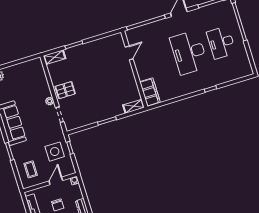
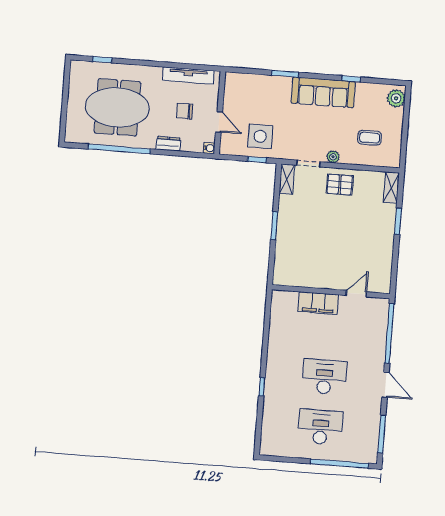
desk: (189, 52) -> (324, 377), width x0.73, depth x0.77
door: (129, 53) -> (356, 294), swing flipped
pallet: (65, 90) -> (340, 185), turned 90
filing cabinet: (150, 92) -> (318, 303), moved
shelving: (134, 106) -> (287, 179), moved
coffee table: (31, 169) -> (370, 138), moved

